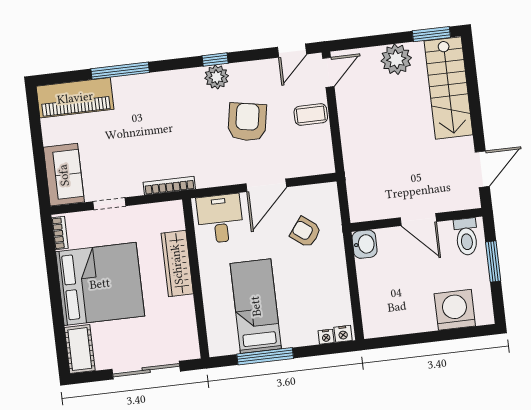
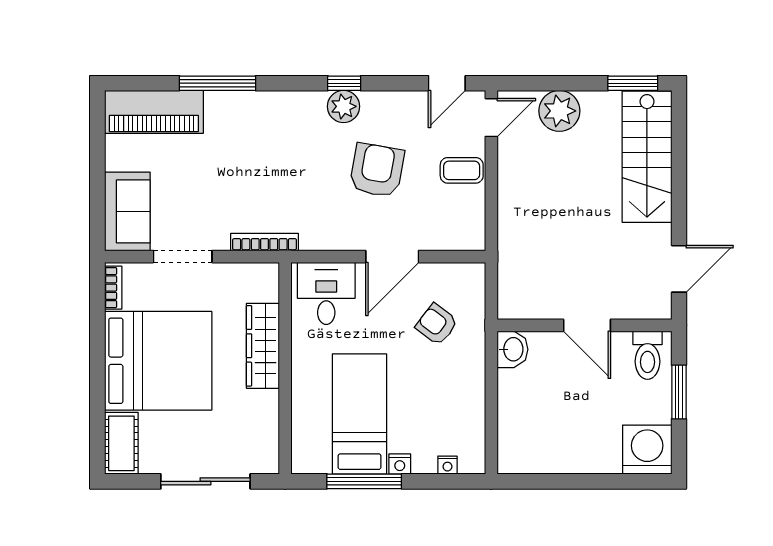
plant: (396, 59) -> (559, 111), moved
doorway: (109, 204) -> (183, 257), width x1.38
washing machine: (455, 310) -> (647, 450), moved
nightstand: (343, 334) -> (400, 464), moved

